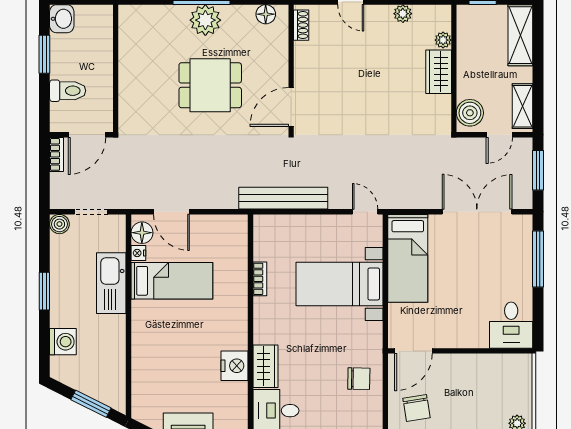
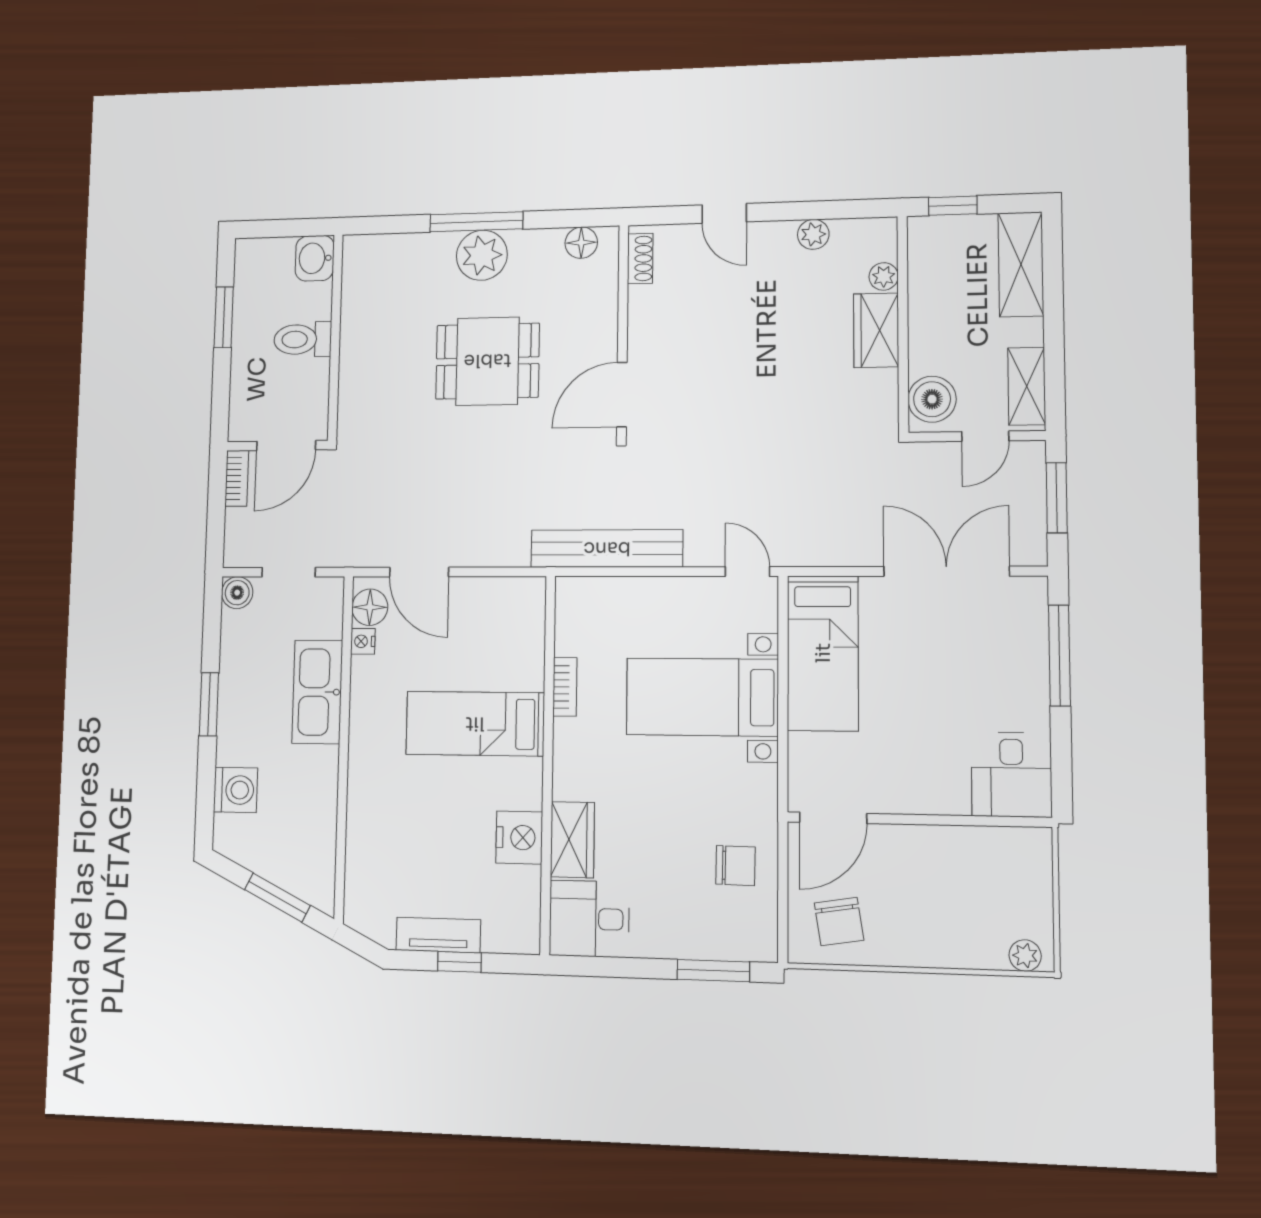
washbasin: (62, 19) -> (315, 258), moved, turned 180
toilet: (68, 91) -> (303, 339), moved, turned 180
bed: (172, 281) -> (475, 724), moved, turned 180

